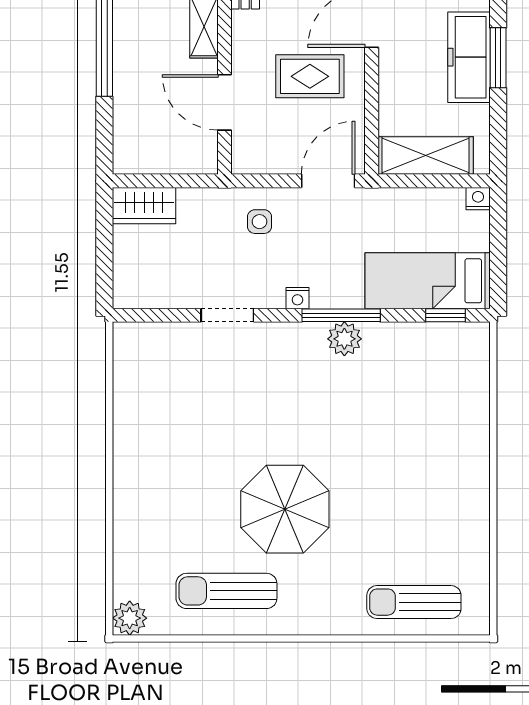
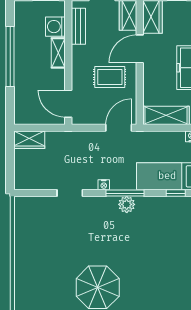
door: (224, 102) -> (68, 104), moved
side table: (260, 222) -> (85, 148), removed

